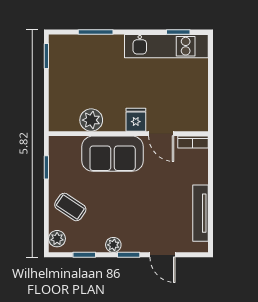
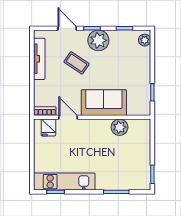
fridge: (136, 120) -> (48, 127), moved
coffee table: (70, 207) -> (77, 63), moved
plant: (113, 245) -> (98, 40), width x1.87, depth x1.87

